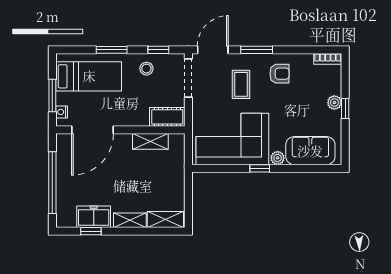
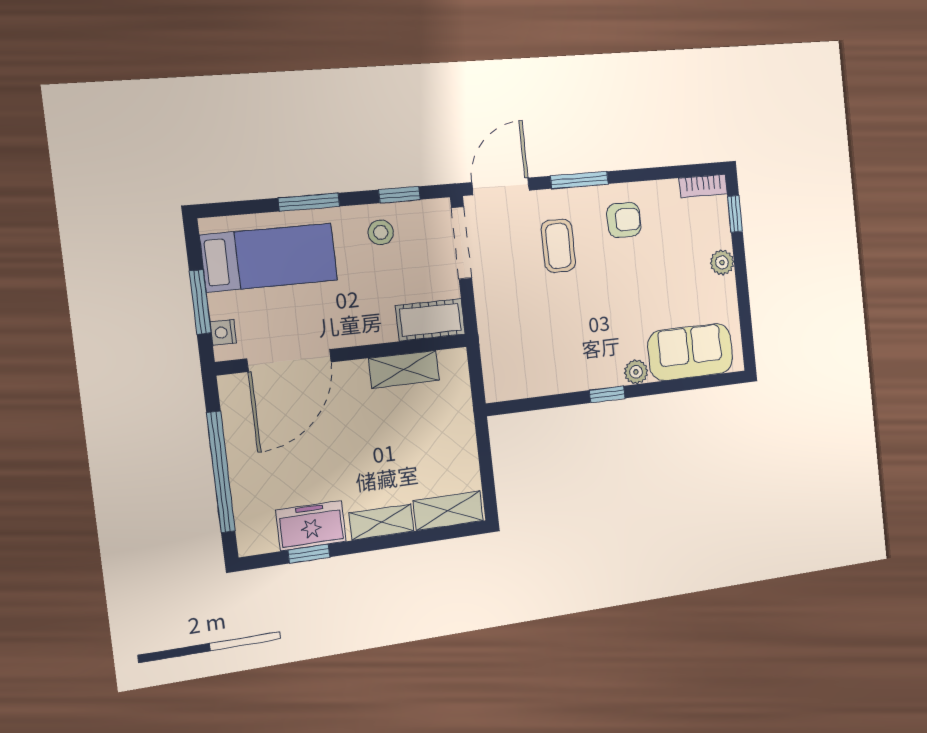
window: (345, 108) -> (735, 214), moved
corner sofa: (232, 139) -> (554, 347), removed

